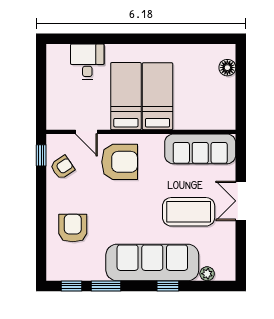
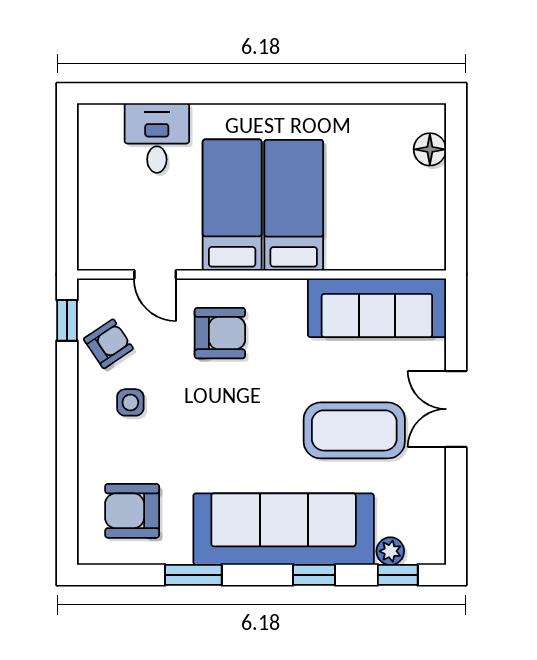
armchair: (120, 162) -> (220, 333), width x0.73, depth x0.73
side table: (74, 197) -> (130, 402), added
armchair: (73, 228) -> (132, 511), moved, turned -90
window: (71, 286) -> (398, 575), moved

